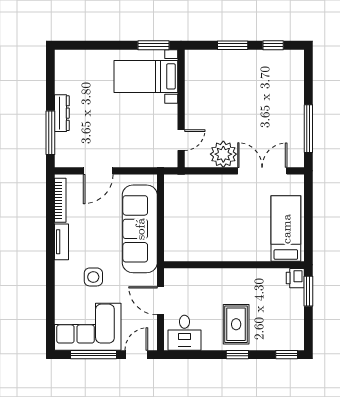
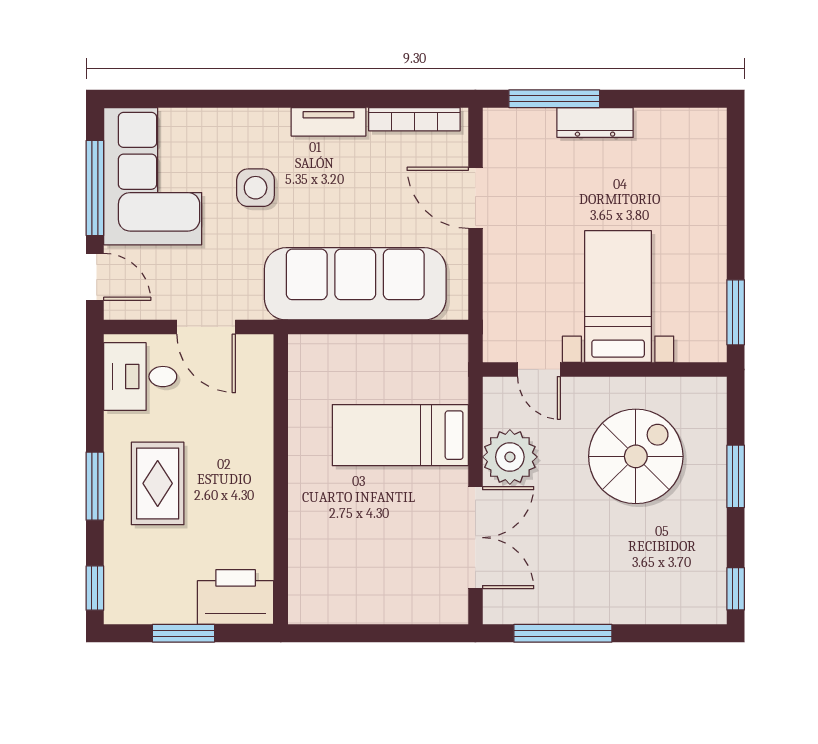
window: (273, 45) -> (736, 589), moved
bed with nightstands: (146, 76) -> (618, 297), moved
spiral stairs: (223, 93) -> (636, 456), added
bed: (286, 229) -> (400, 435), moved, turned 180
printer: (295, 278) -> (236, 597), width x1.87, depth x1.48
window: (308, 291) -> (184, 633), moved
door: (161, 301) -> (206, 327), swing flipped
rug: (236, 324) -> (158, 483), turned 90
window: (237, 355) -> (95, 486), width x1.50

